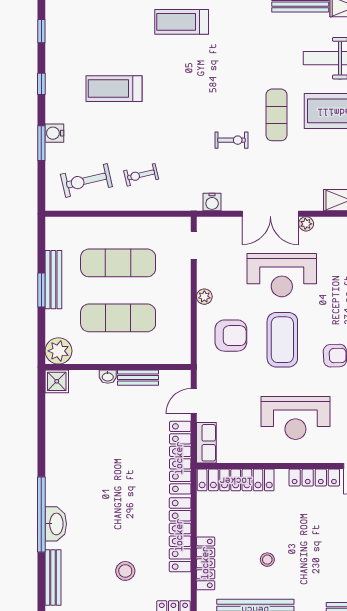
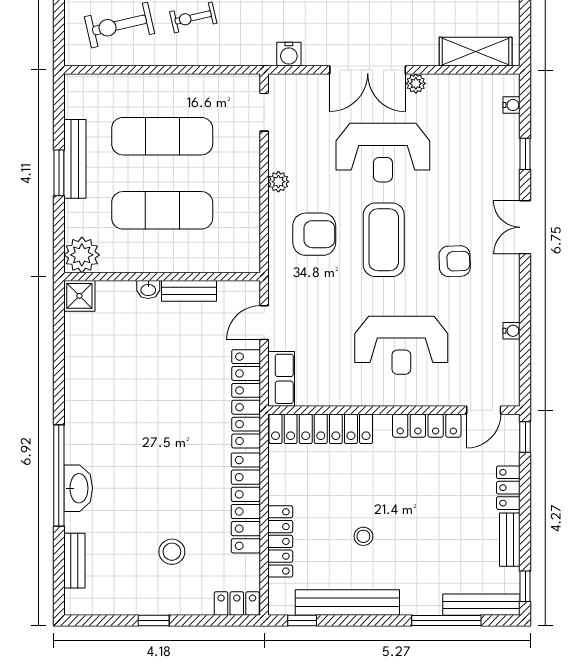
bench: (53, 578) -> (74, 561), width x0.73

